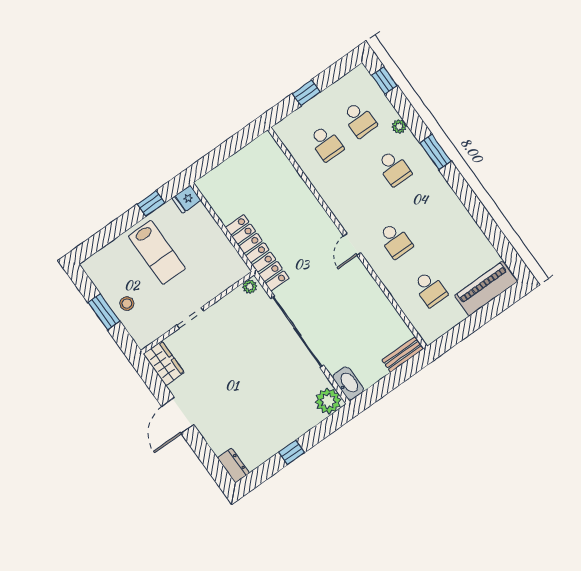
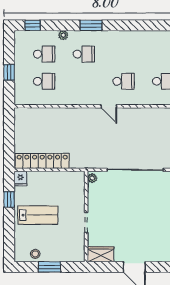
locker: (257, 253) -> (42, 161), moved
stool: (127, 304) -> (35, 254), moved

